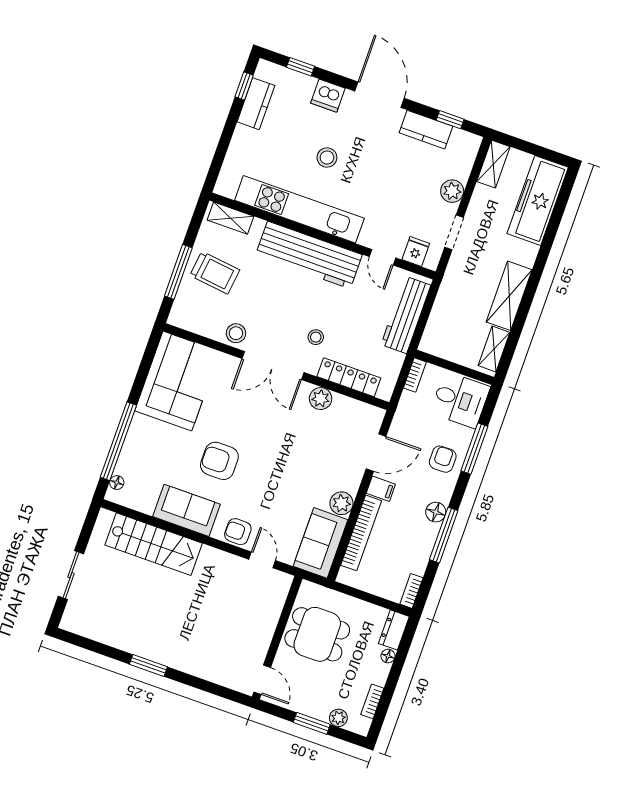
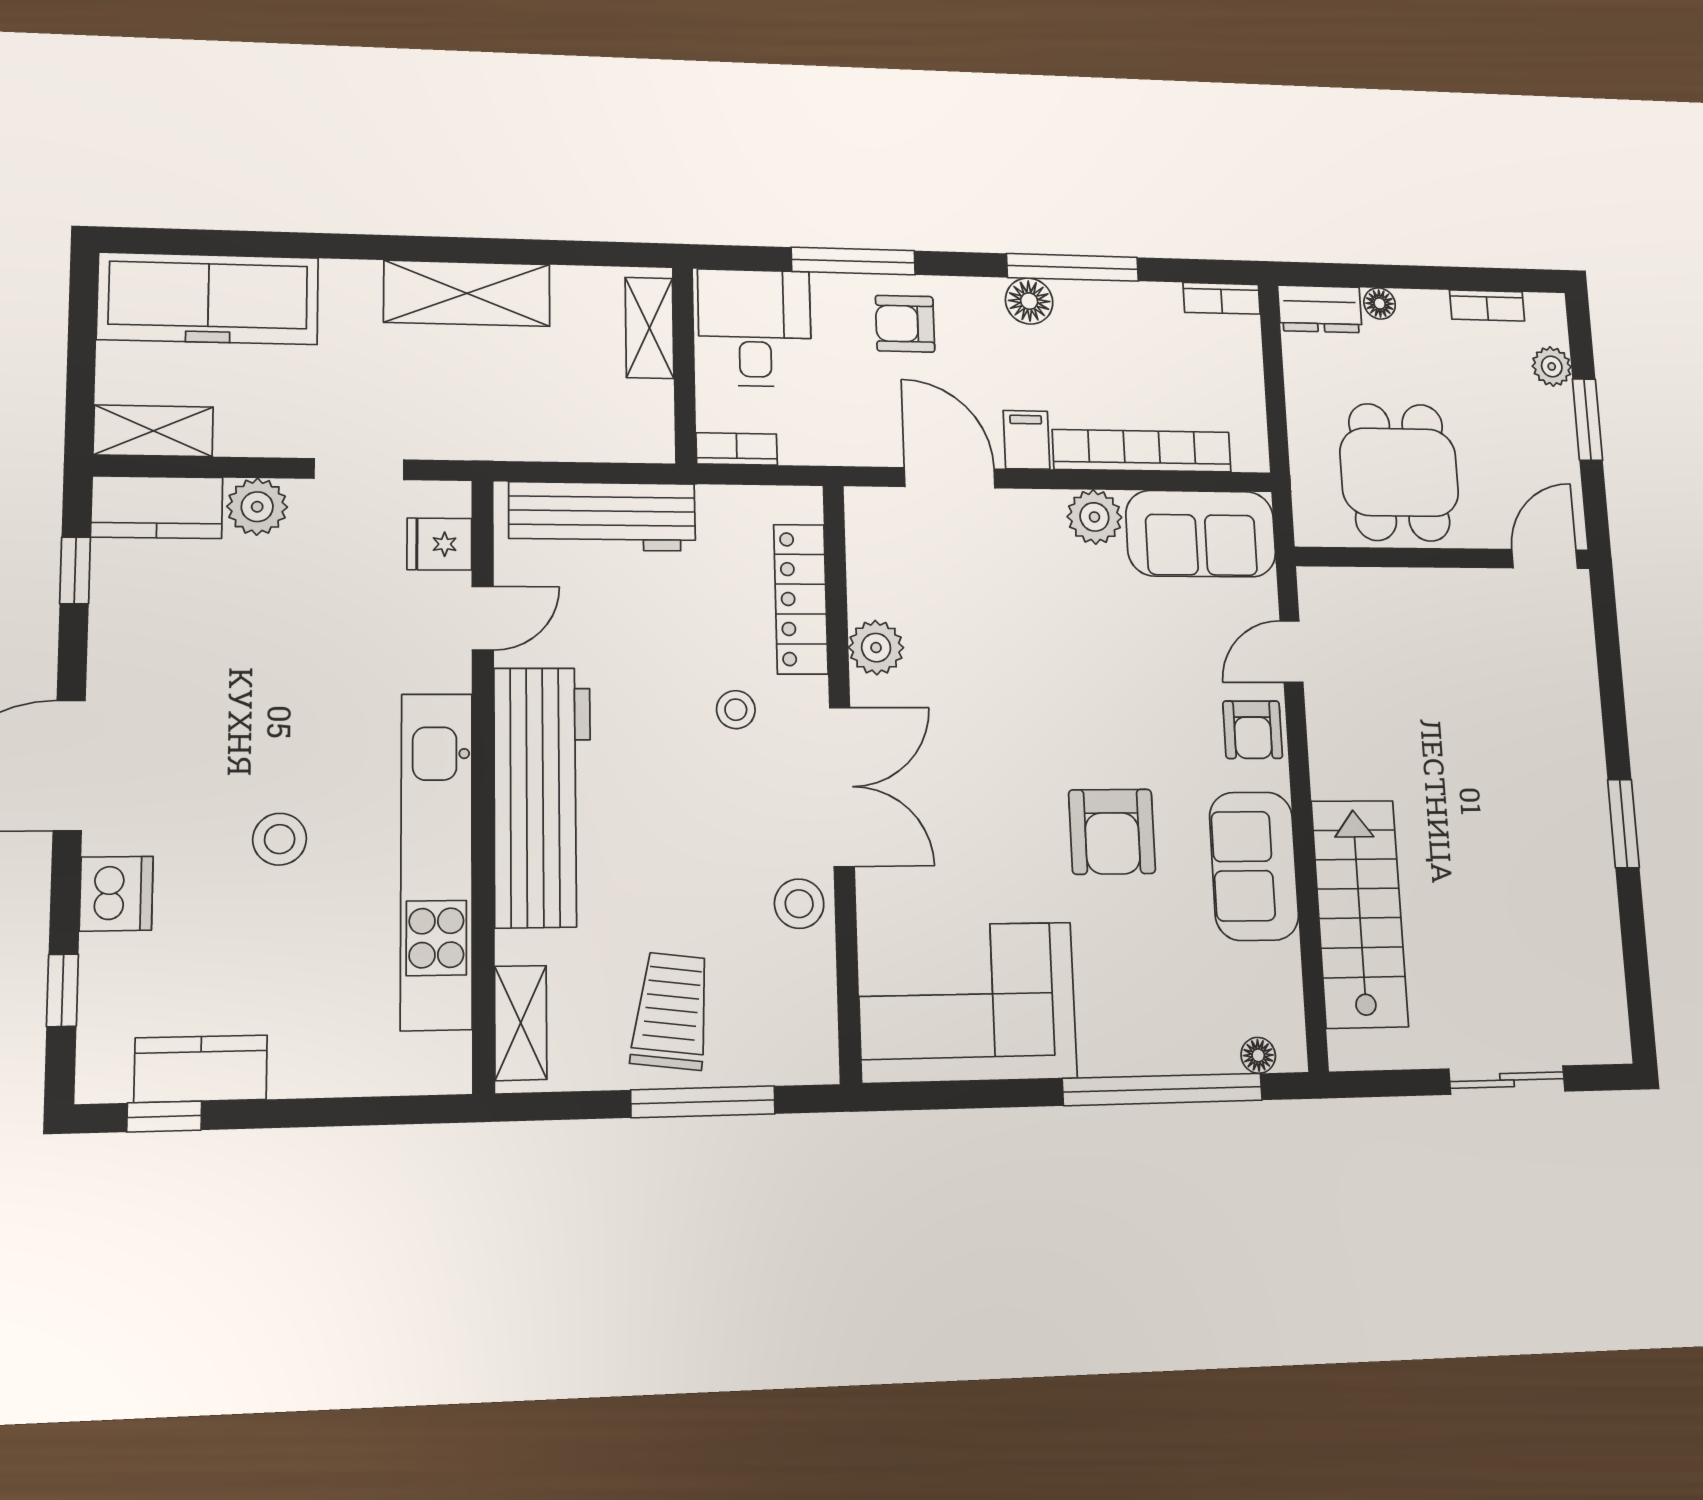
kitchen counter: (426, 130) -> (157, 507), moved, turned 90
shelving: (494, 349) -> (649, 328), moved, turned 90

